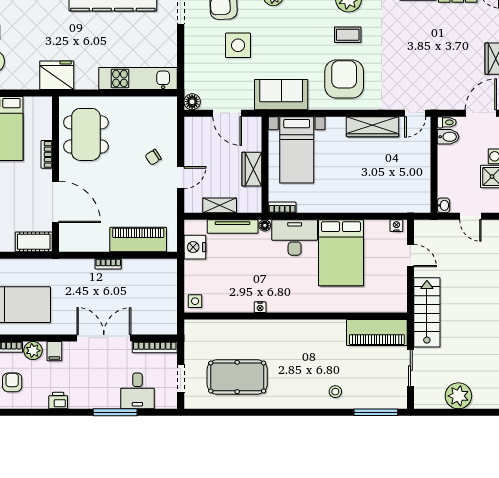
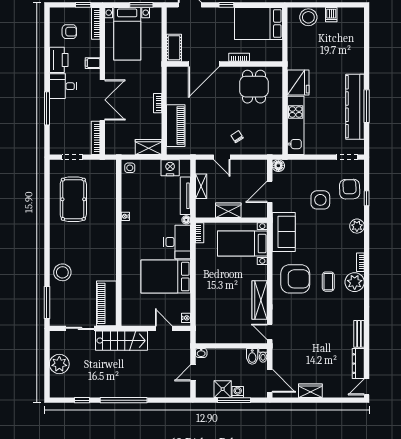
fridge: (57, 75) -> (298, 82), moved
dining table: (86, 134) -> (254, 87), width x0.73
door: (410, 256) -> (164, 328), swing flipped
wardrobe: (167, 276) -> (148, 147), added
plant: (33, 351) -> (93, 47), removed
desk: (137, 391) -> (63, 86), moved
stool: (335, 392) -> (62, 272), width x1.89, depth x1.89
printer: (58, 401) -> (59, 60), width x1.87, depth x1.48

